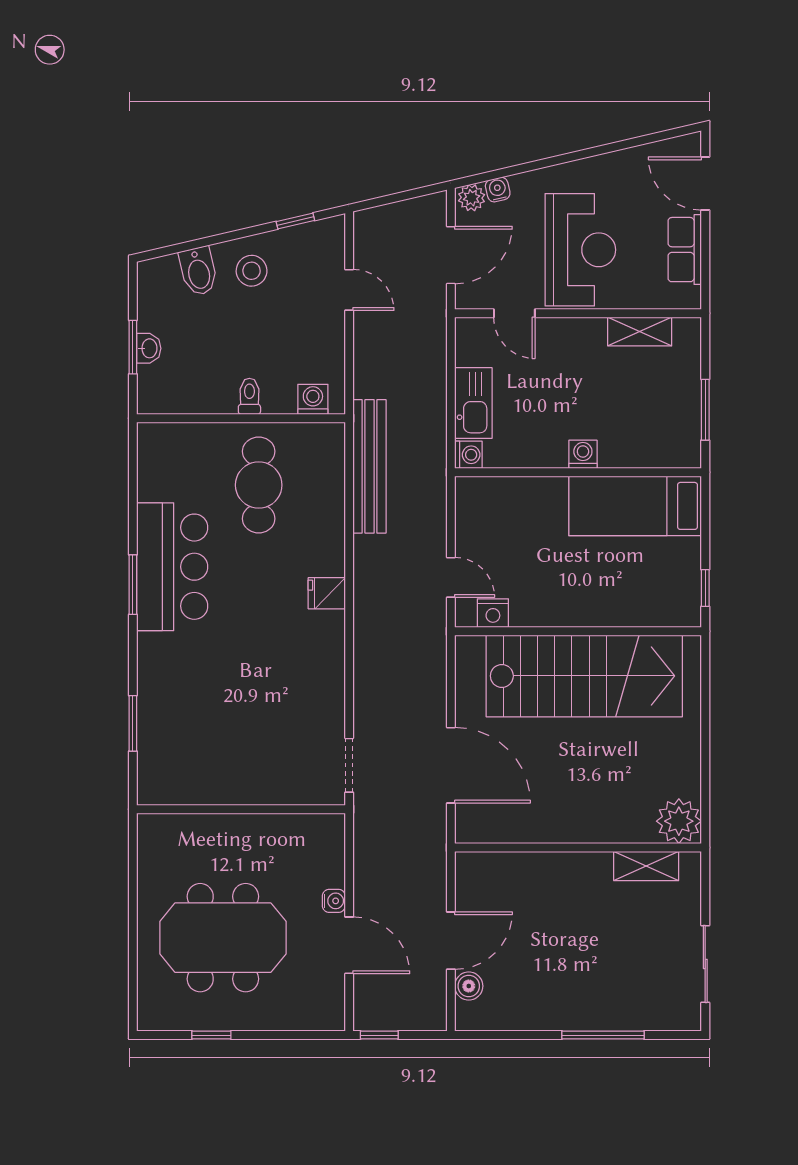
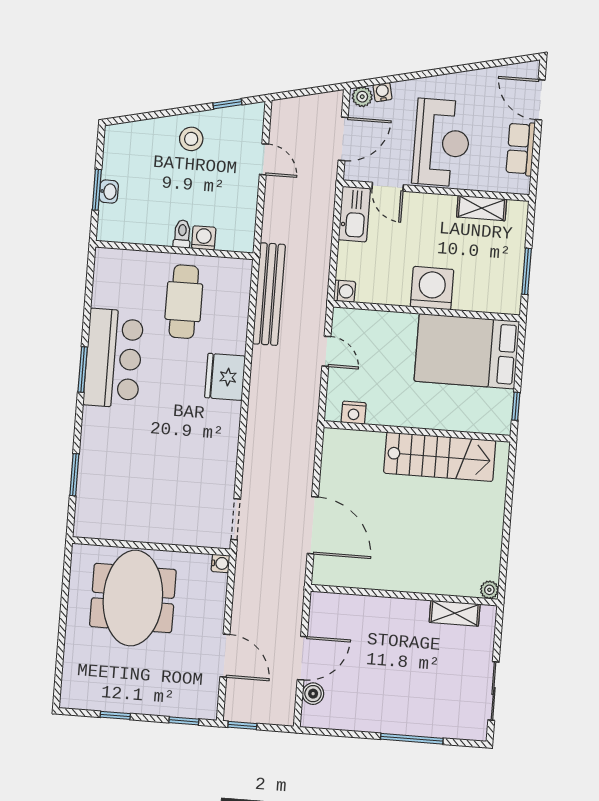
bidet: (198, 271) -> (151, 136), removed
washing machine: (313, 399) -> (204, 238), moved
kitchen sink: (473, 403) -> (354, 214), moved
washing machine: (583, 454) -> (432, 288), width x1.89, depth x1.89
bed: (635, 506) -> (467, 351), width x1.50
door: (451, 577) -> (326, 351), moved
fridge: (327, 593) -> (225, 377), width x1.88, depth x1.34
stairs: (584, 676) -> (440, 457), width x0.73, depth x0.66
plant: (679, 821) -> (489, 590), width x0.53, depth x0.53
water cooler: (334, 901) -> (220, 563), moved
meeting table: (223, 938) -> (133, 598), moved, turned 90
window: (302, 1035) -> (184, 721), added

